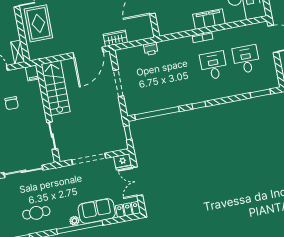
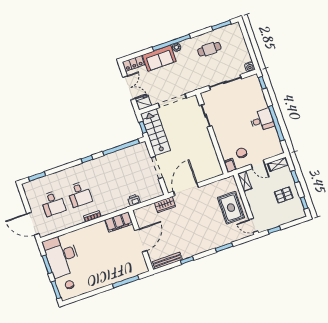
filing cabinet: (209, 19) -> (119, 222), moved
stairs: (56, 88) -> (155, 132), moved, turned 180
chair: (12, 103) -> (242, 153), moved

